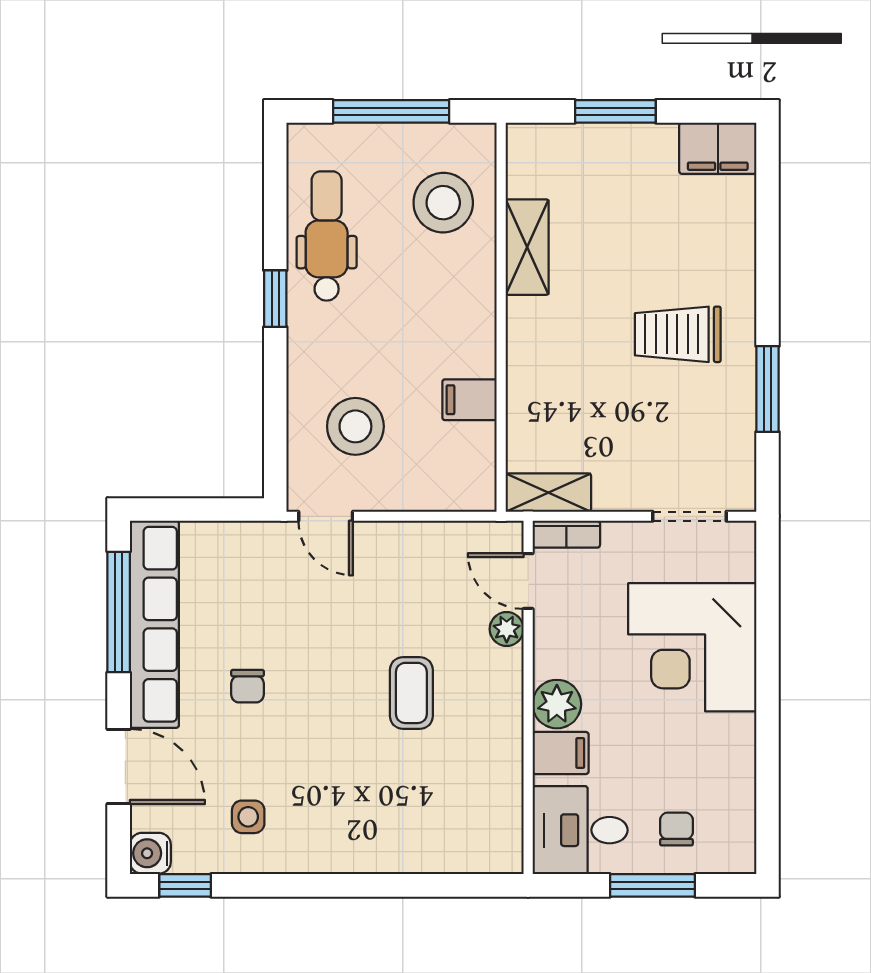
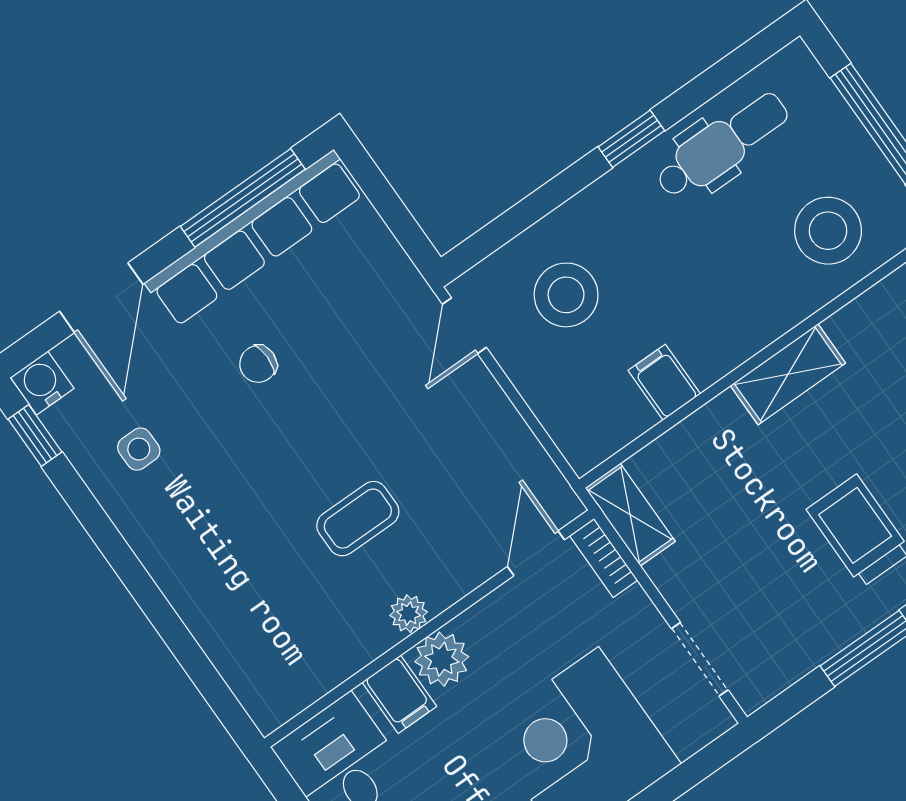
shelving: (527, 247) -> (788, 374), moved
plant: (507, 629) -> (409, 614), moved

